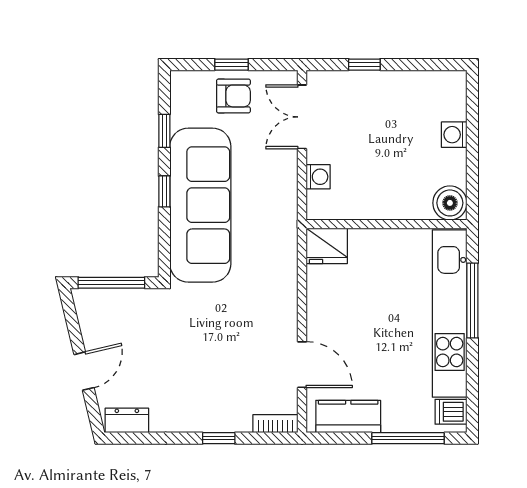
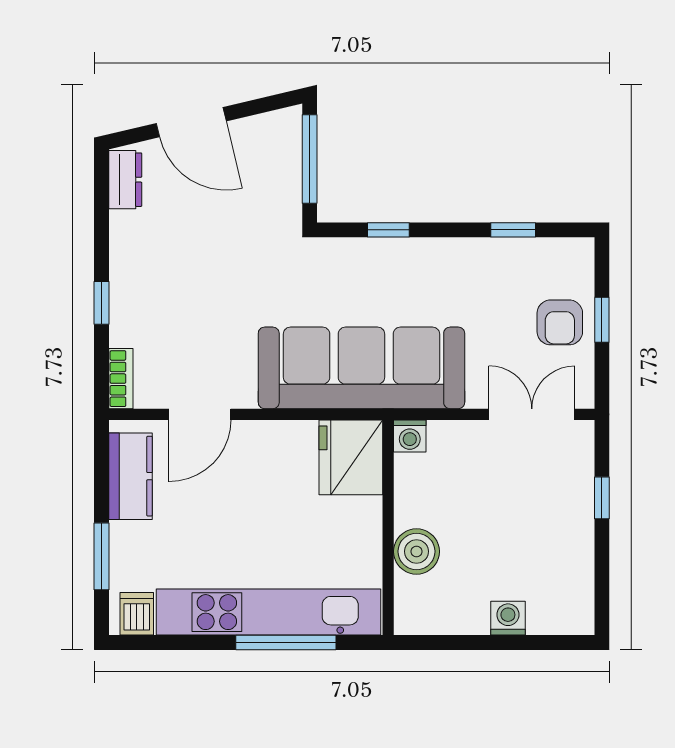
washing machine: (318, 177) -> (410, 436), moved
window: (164, 191) -> (388, 230), moved
boiler: (450, 203) -> (417, 551), moved
sofa: (200, 205) -> (361, 368), moved, turned 180
fridge: (327, 246) -> (351, 457), width x1.36, depth x1.34
door: (84, 371) -> (191, 122), width x1.38
window: (408, 438) -> (101, 556), width x0.69

